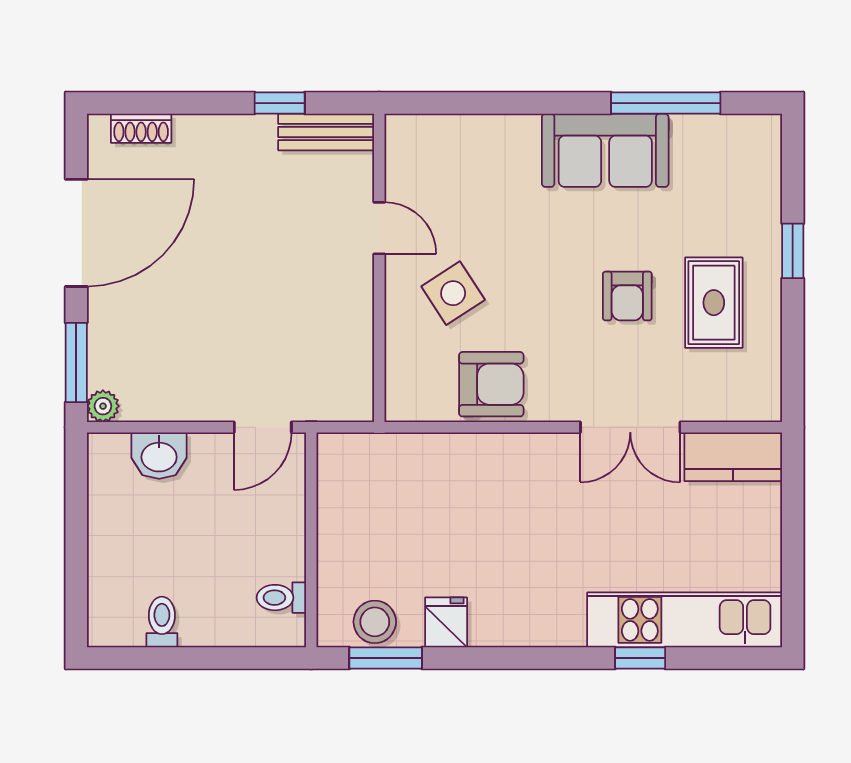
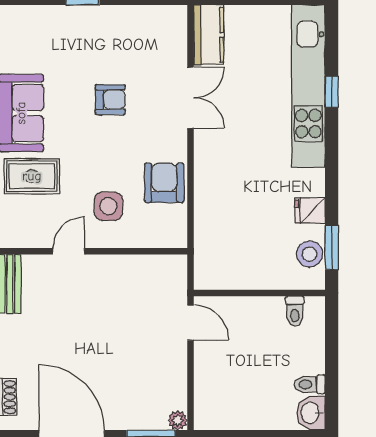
side table: (453, 293) -> (108, 206), turned 33
rug: (714, 303) -> (32, 176), moved
washbasin: (159, 456) -> (311, 413), moved, turned 180
kitchen unit: (685, 620) -> (308, 86), width x1.36

